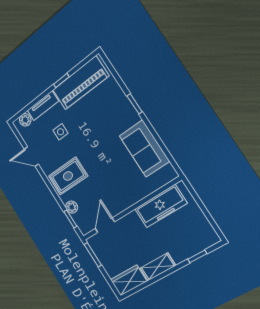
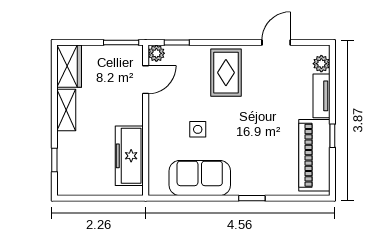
side table: (60, 132) -> (198, 129), moved
plant: (72, 207) -> (156, 53), moved
door: (105, 225) -> (146, 80), hinge flipped

